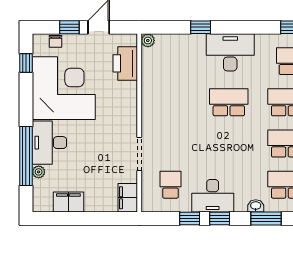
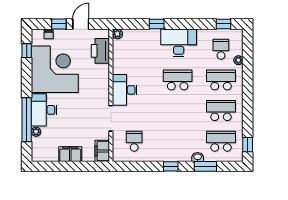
desk: (213, 196) -> (125, 90), moved, turned 90
filing cabinet: (68, 202) -> (70, 154), moved
window: (190, 219) -> (148, 166), removed

